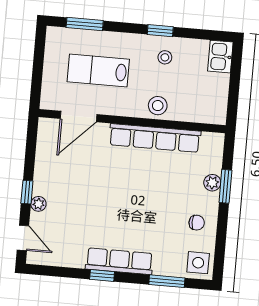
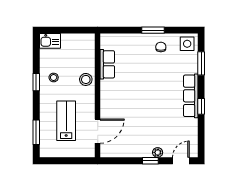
lab bench: (98, 71) -> (66, 121), turned 180
door: (79, 116) -> (98, 131), hinge flipped
row of seats: (155, 138) -> (107, 64), width x0.50
plant: (212, 183) -> (134, 39), removed
window: (225, 186) -> (153, 30), moved

